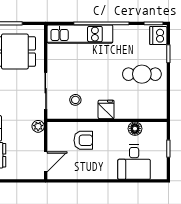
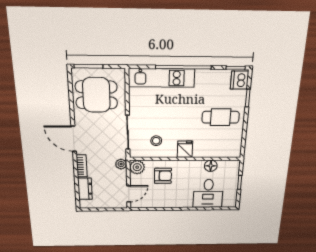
plant: (55, 130) -> (137, 167), added

